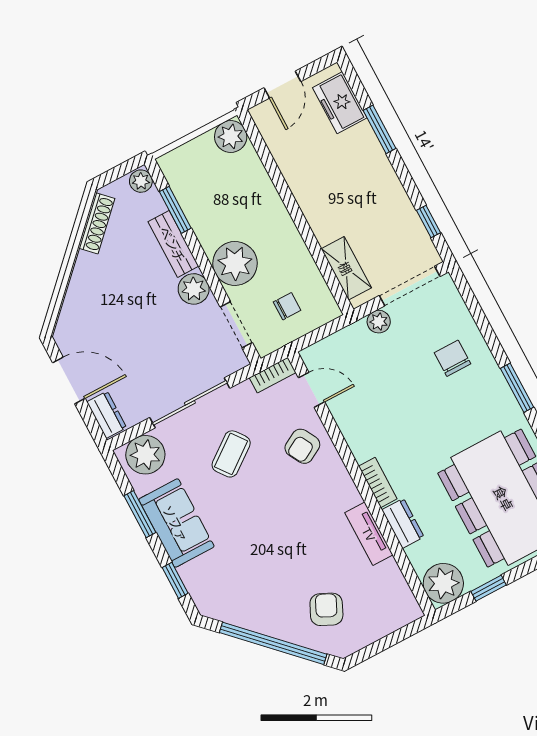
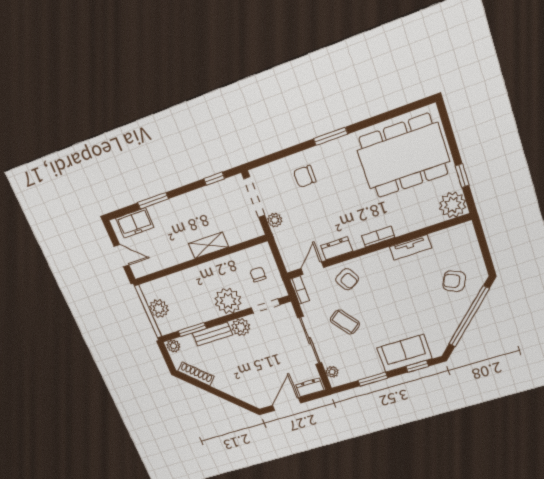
plant: (231, 137) -> (159, 309), moved
shelving: (346, 268) -> (209, 245), moved
plant: (145, 455) -> (332, 372), width x0.53, depth x0.53
sofa: (176, 523) -> (404, 353), moved
dresser: (403, 523) -> (337, 248), moved

